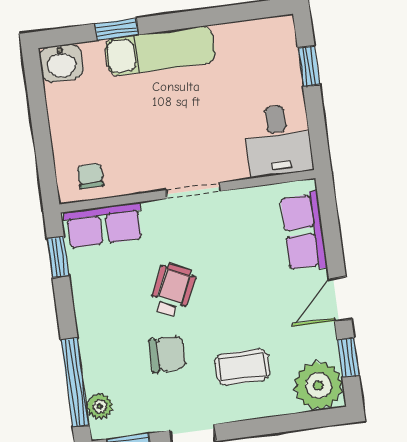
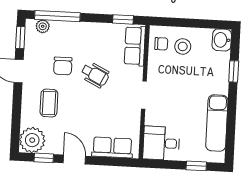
exam couch: (160, 51) -> (217, 123), moved
stool: (88, 135) -> (183, 46), added

